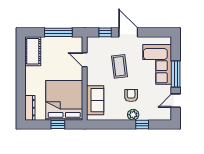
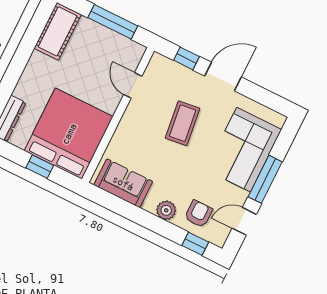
door: (128, 32) -> (223, 77), hinge flipped
armchair: (131, 95) -> (198, 214), moved
sofa: (95, 100) -> (123, 183), moved, turned -90
window: (142, 124) -> (195, 244), moved

